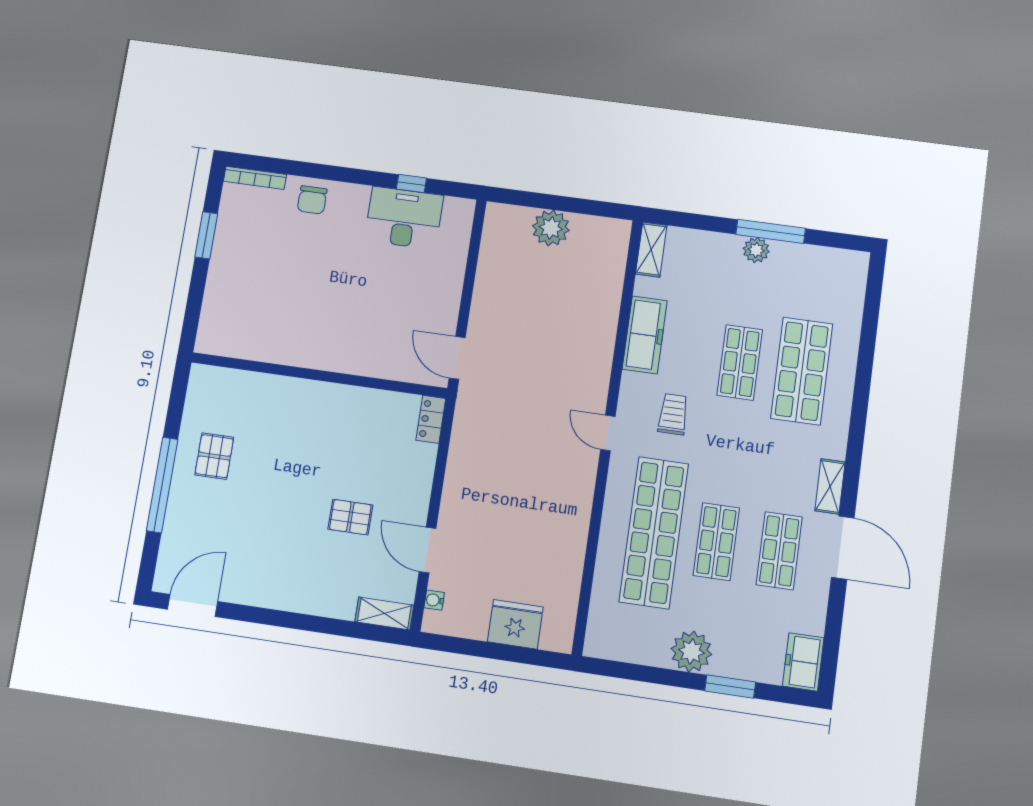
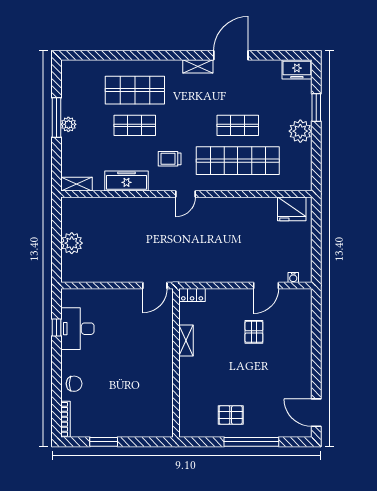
shop shelf: (779, 551) -> (238, 90), removed
shelving: (384, 613) -> (186, 340), moved
fridge: (515, 624) -> (292, 209), moved, turned -90

